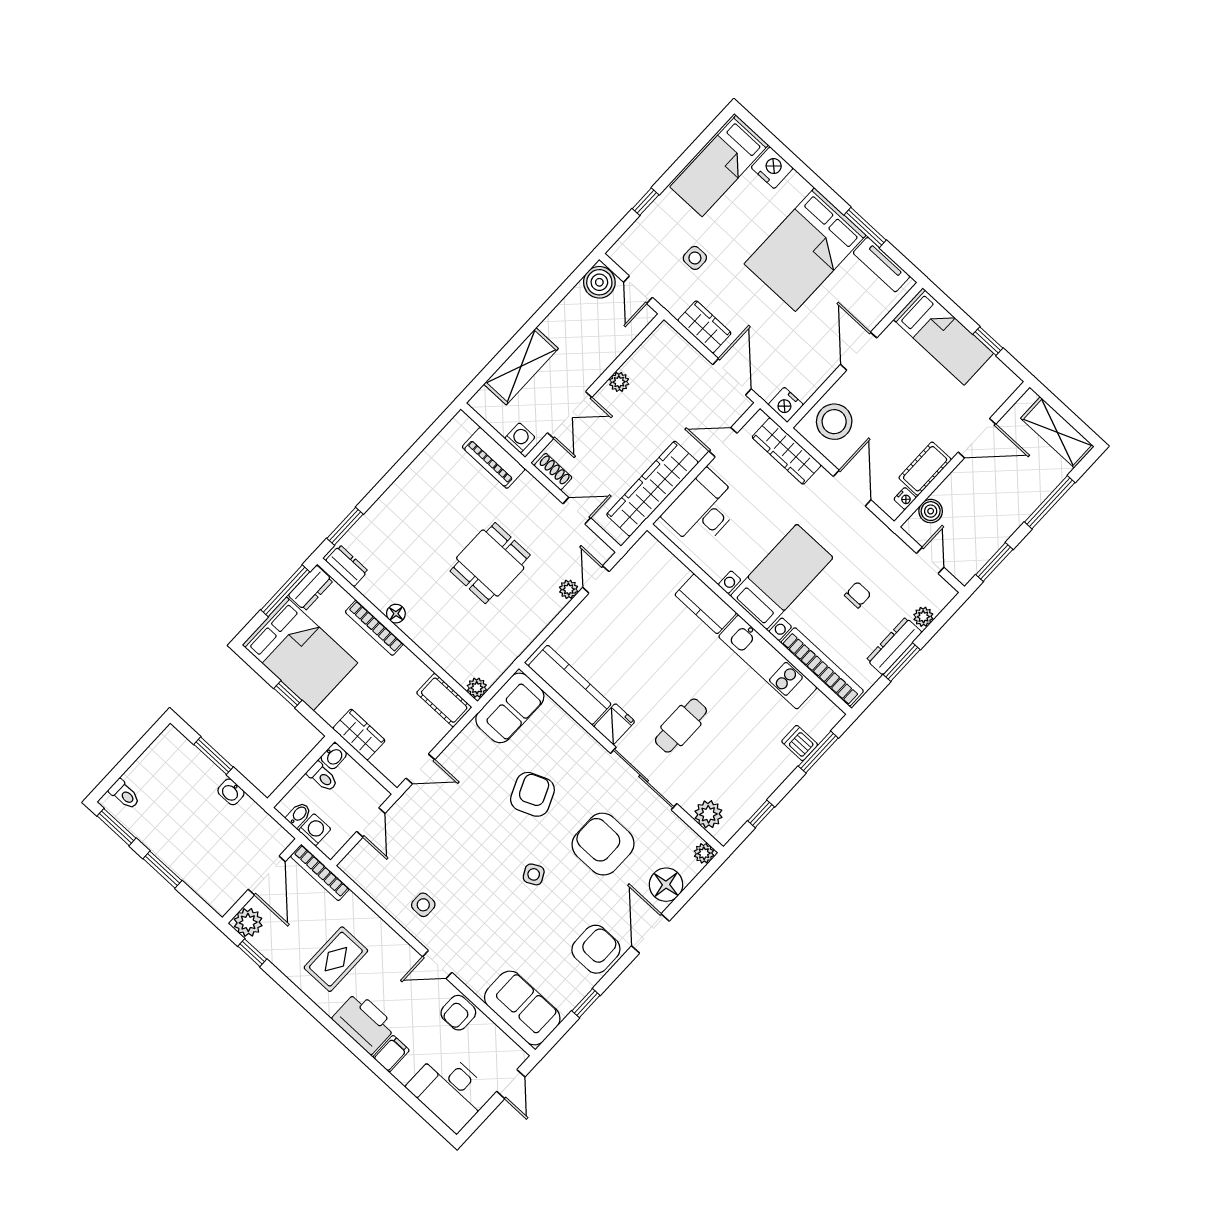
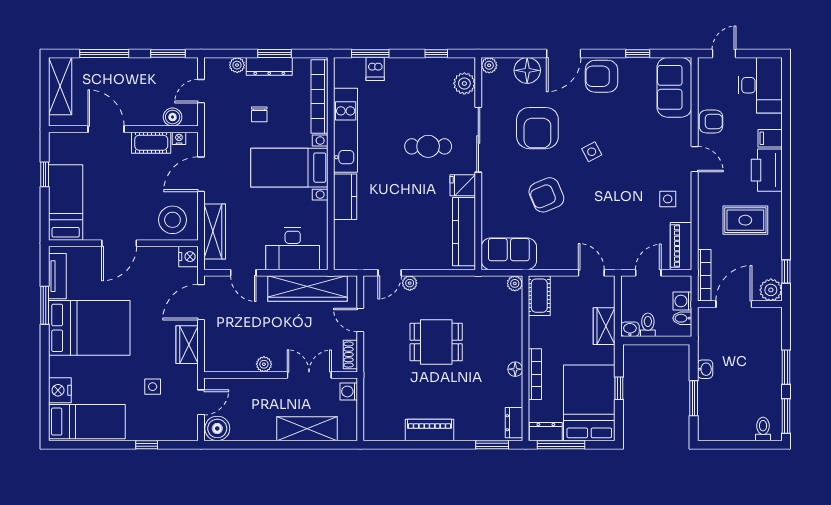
piano: (494, 458) -> (430, 430), moved, turned -90
chair: (858, 595) -> (259, 114), turned -90
piano: (367, 876) -> (681, 246), added

